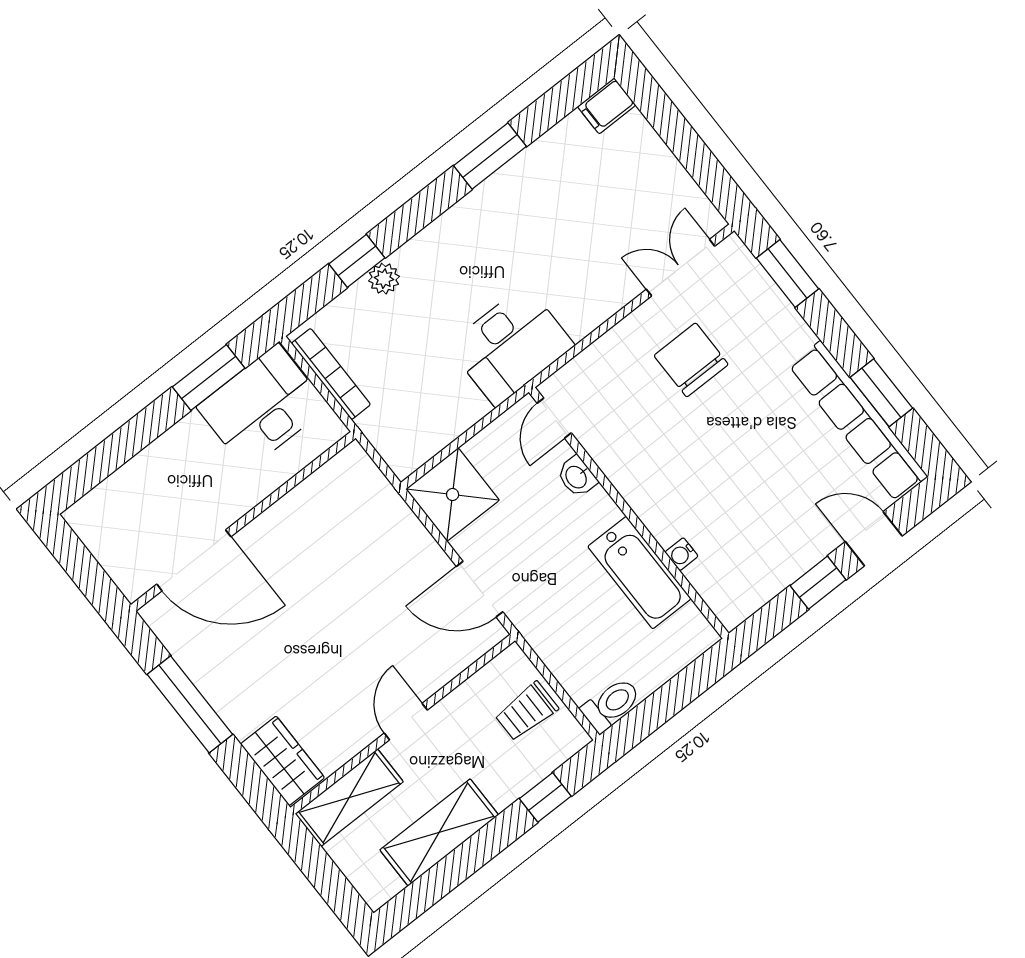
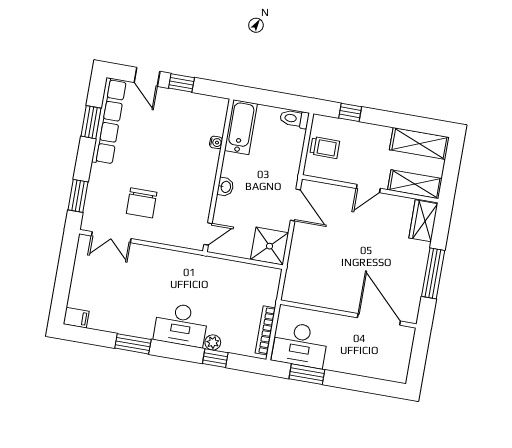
desk: (511, 345) -> (181, 325), moved, turned 180
washbasin: (577, 477) -> (225, 187), moved
bathtub: (639, 573) -> (241, 127), moved
shelving: (439, 832) -> (419, 143), moved

